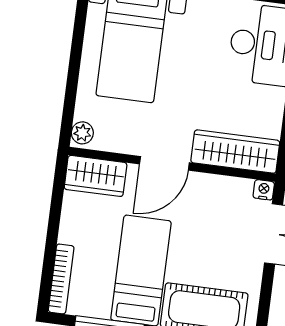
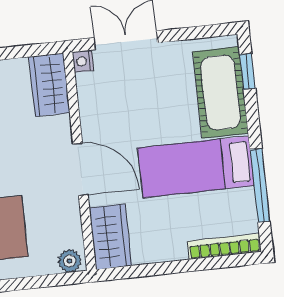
wardrobe: (235, 152) -> (49, 85), width x0.67

